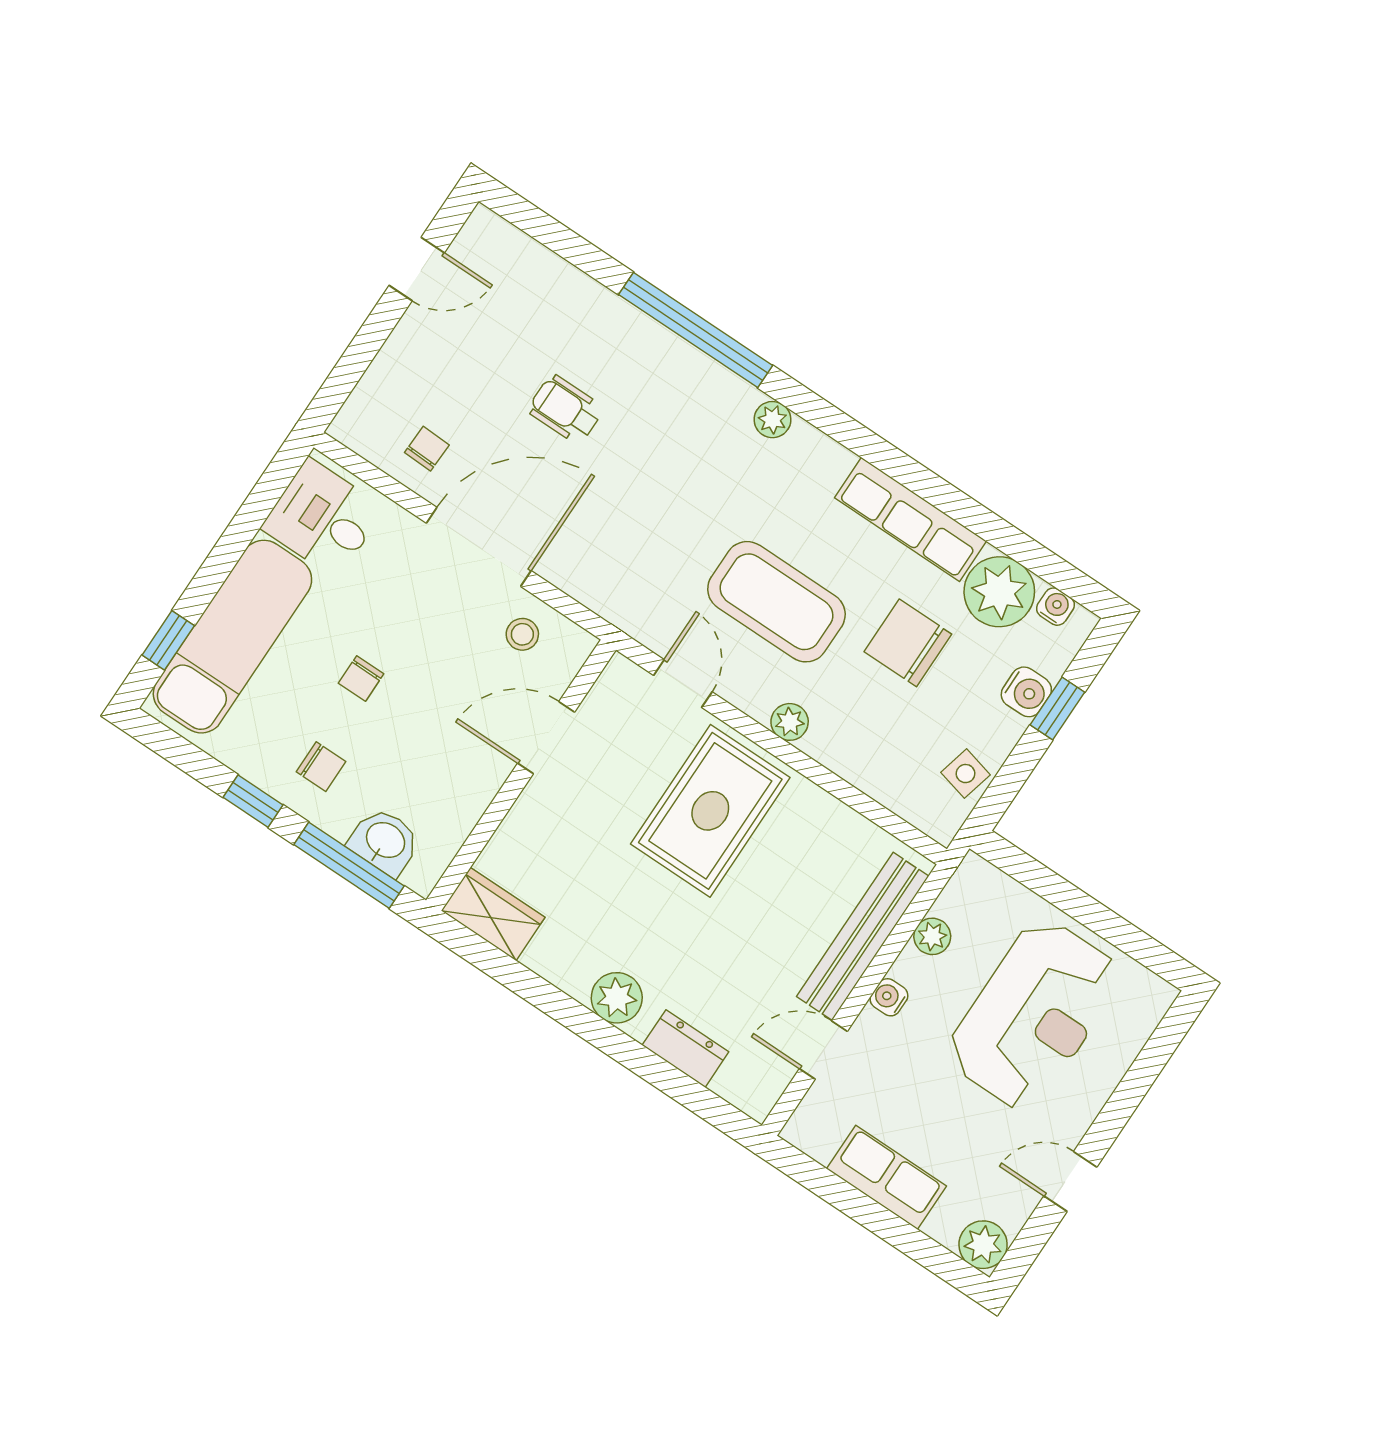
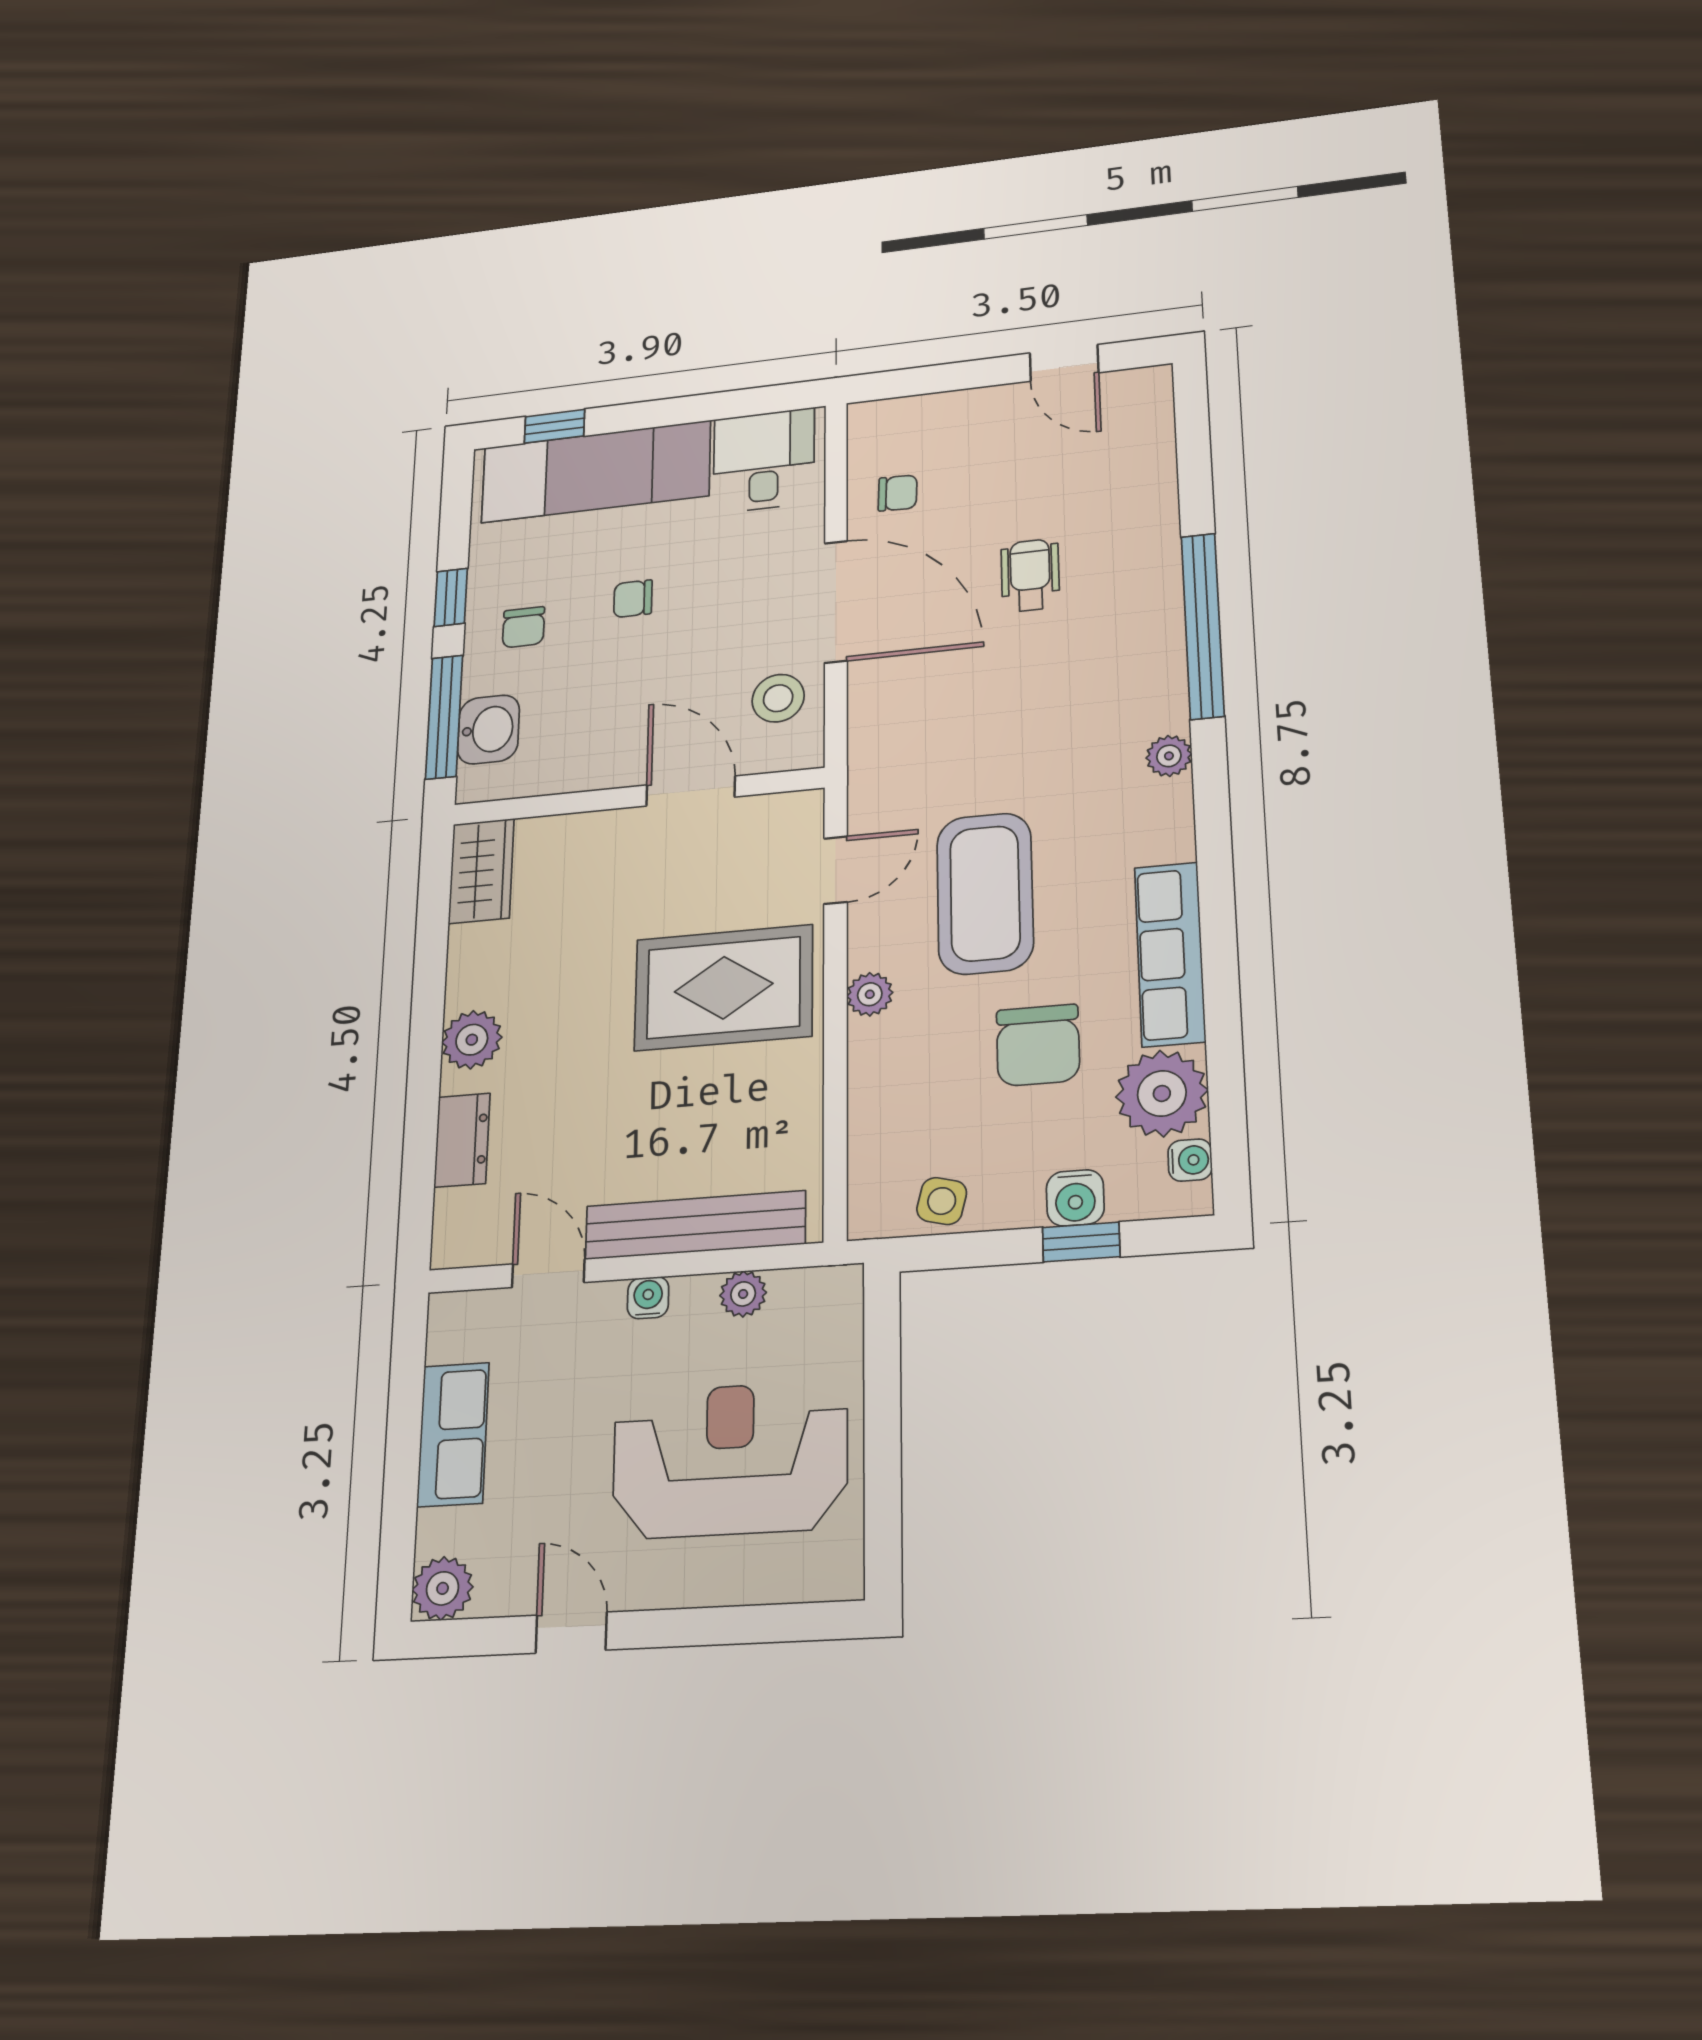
stool: (522, 634) -> (778, 698), width x1.37, depth x1.37
chair: (908, 643) -> (1038, 1045), turned 180
reception desk: (1034, 1015) -> (730, 1460), turned 180

